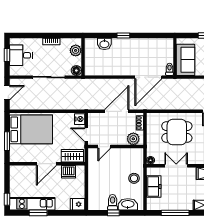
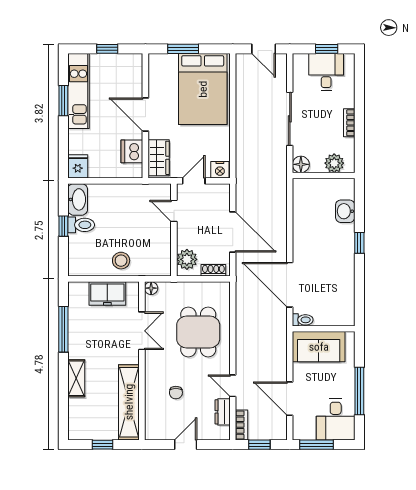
window: (7, 199) -> (107, 49), moved
washbasin: (128, 204) -> (78, 199), moved

